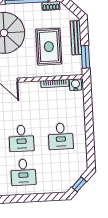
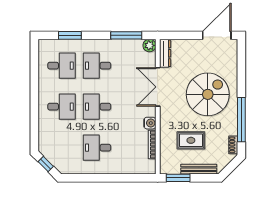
rug: (49, 47) -> (191, 140), width x0.73, depth x0.70
water cooler: (75, 85) -> (150, 123), moved
desk: (23, 172) -> (62, 107), turned 180

